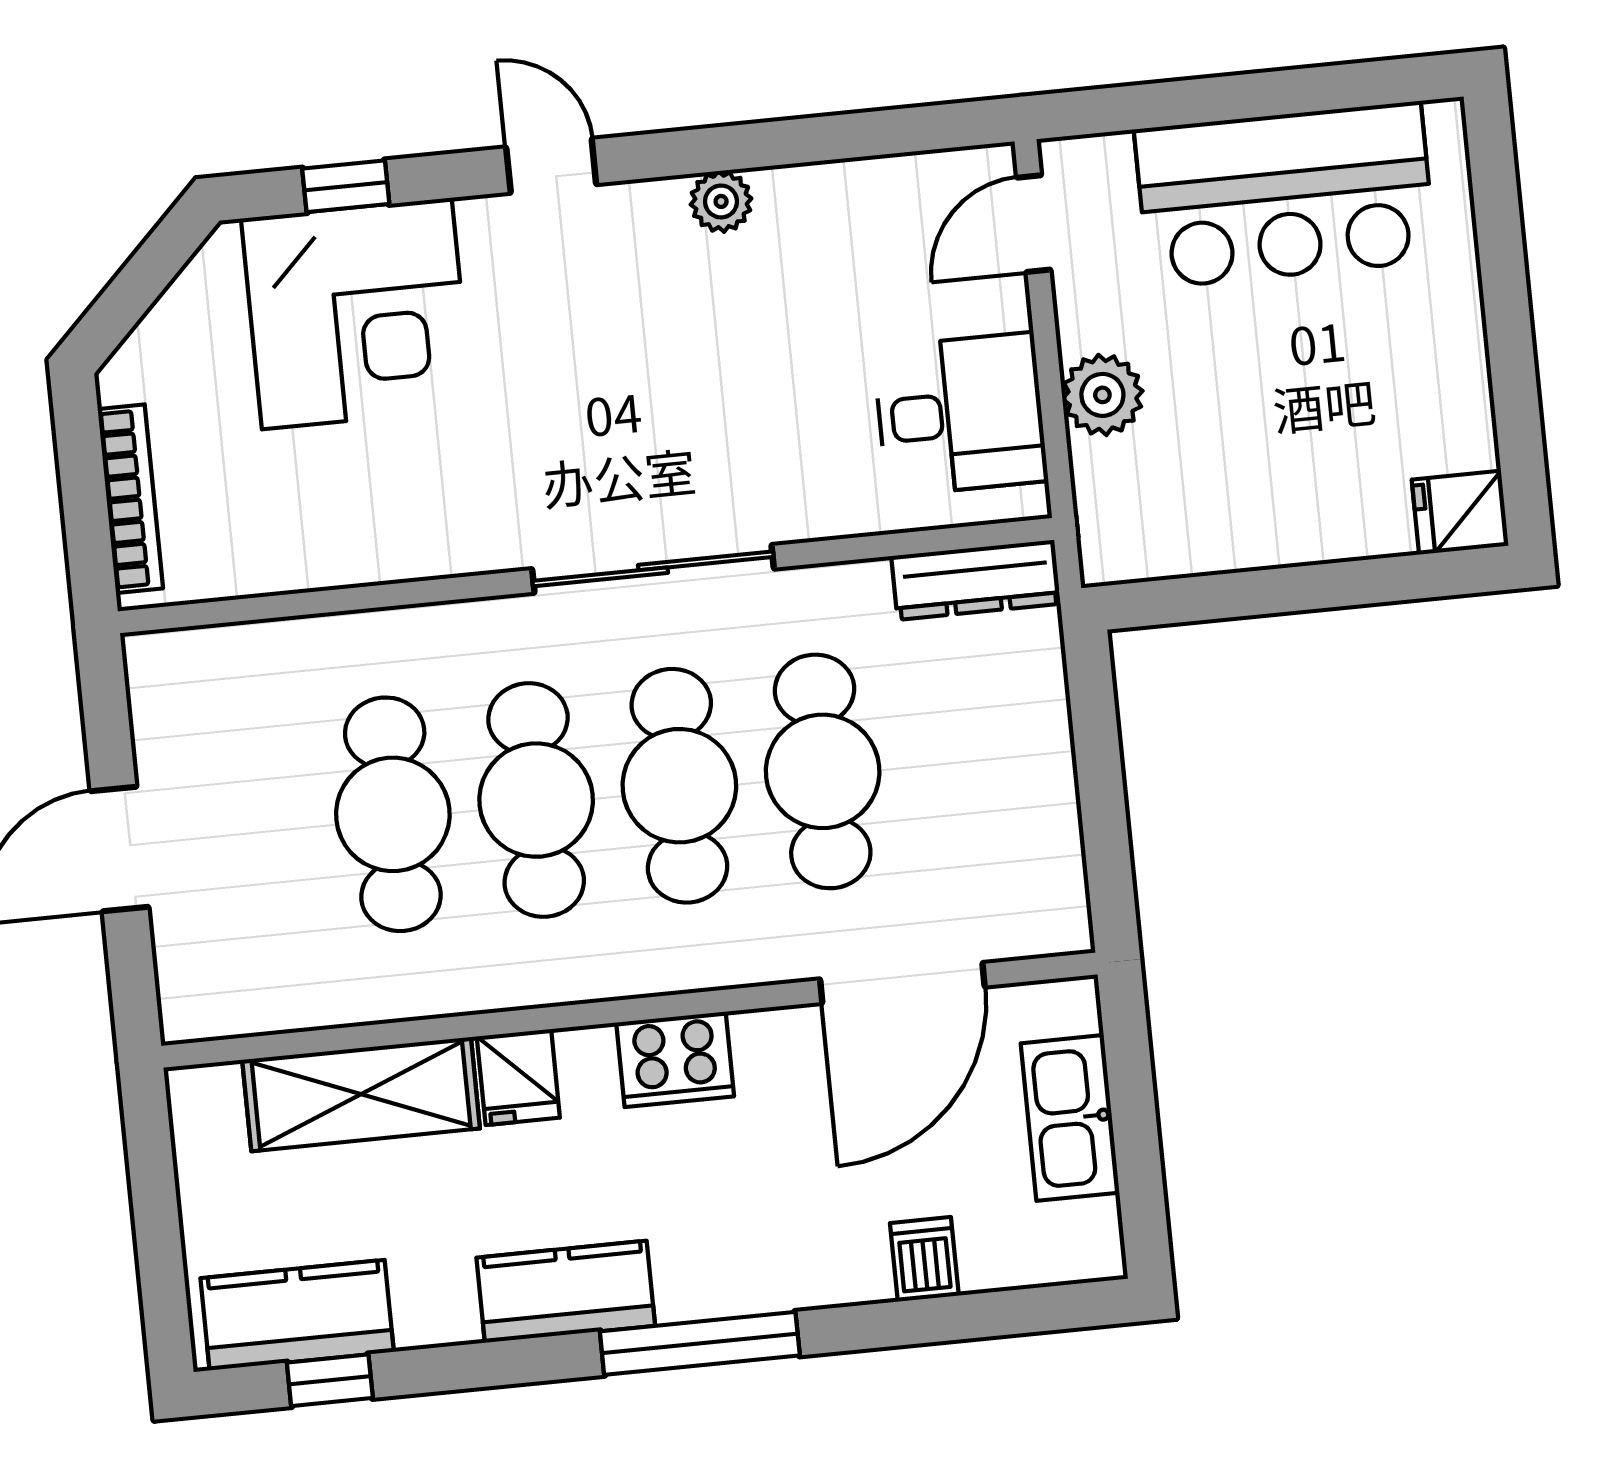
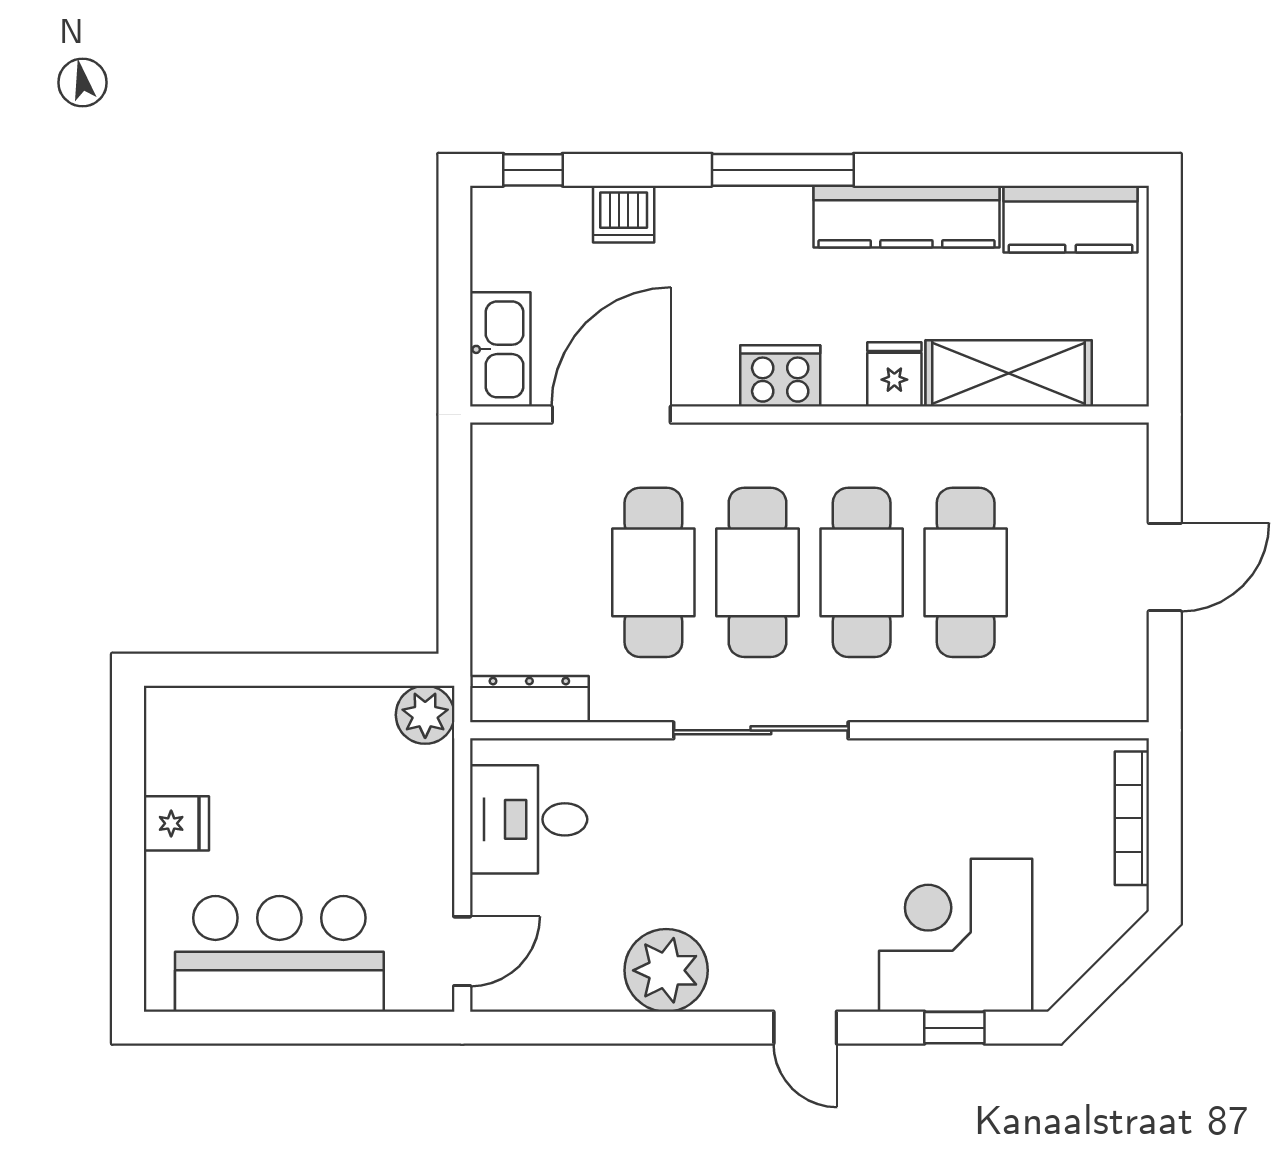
plant: (721, 201) -> (666, 970), width x1.88, depth x1.88
plant: (1102, 395) -> (425, 715), moved
fridge: (1460, 513) -> (176, 823), moved
kitchen sink: (1070, 1118) -> (500, 349), moved
dishwasher: (924, 1259) -> (624, 214), width x1.38
kitchen counter: (566, 1292) -> (906, 217), width x1.50
window: (330, 1380) -> (533, 170), moved

